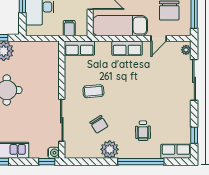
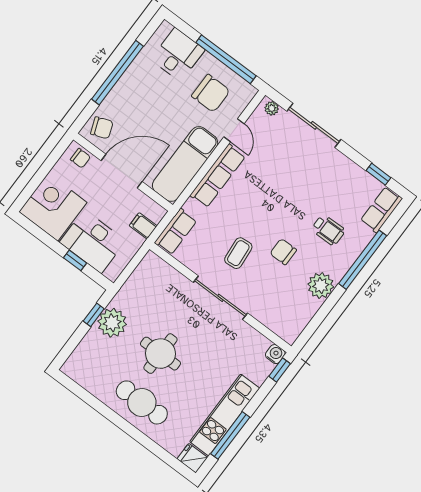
row of seats: (127, 48) -> (218, 176), width x1.48
sliding door: (62, 120) -> (221, 298), moved
chair: (99, 124) -> (283, 252), moved, turned -148

